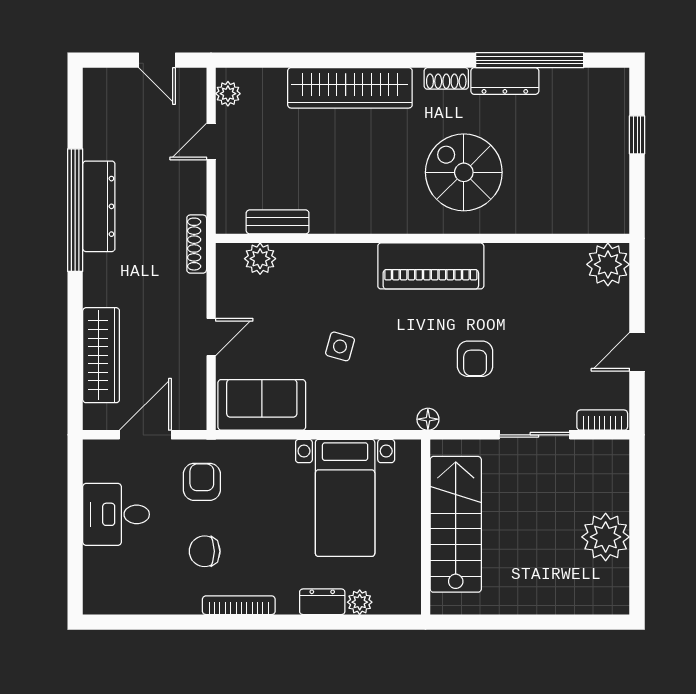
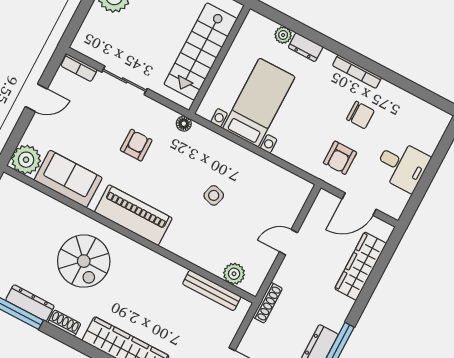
bench: (278, 222) -> (212, 290), width x1.36
sofa: (262, 405) -> (68, 179), moved, turned 180

